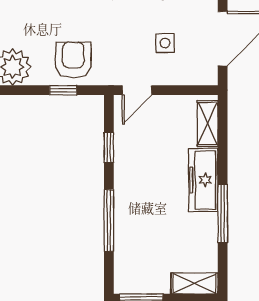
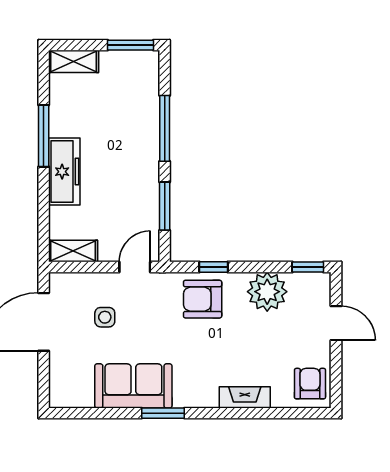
armchair: (73, 60) -> (203, 299), turned 90
shelving: (208, 124) -> (73, 251), moved, turned 90
window: (109, 147) -> (165, 206), width x1.50

